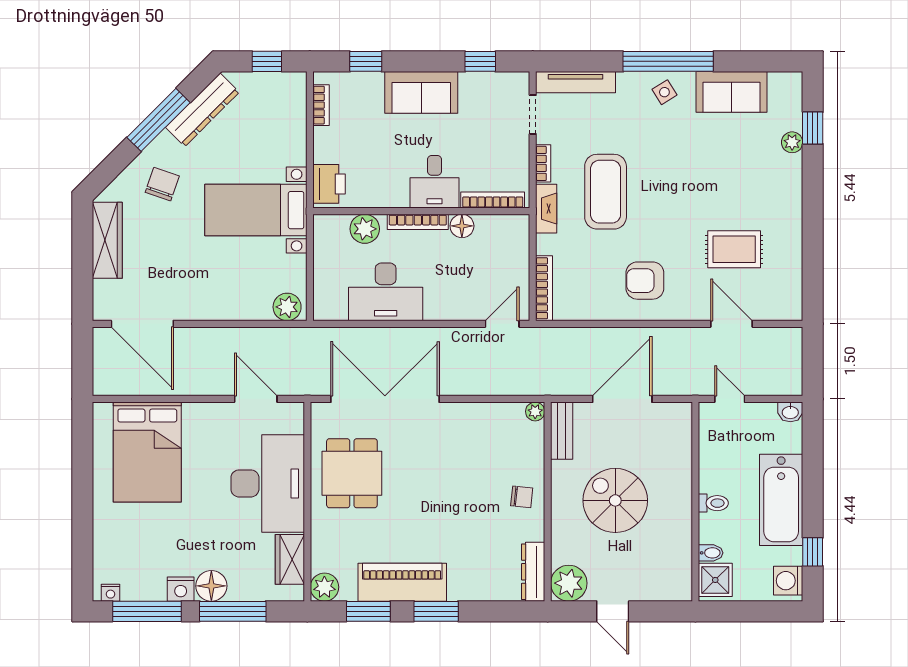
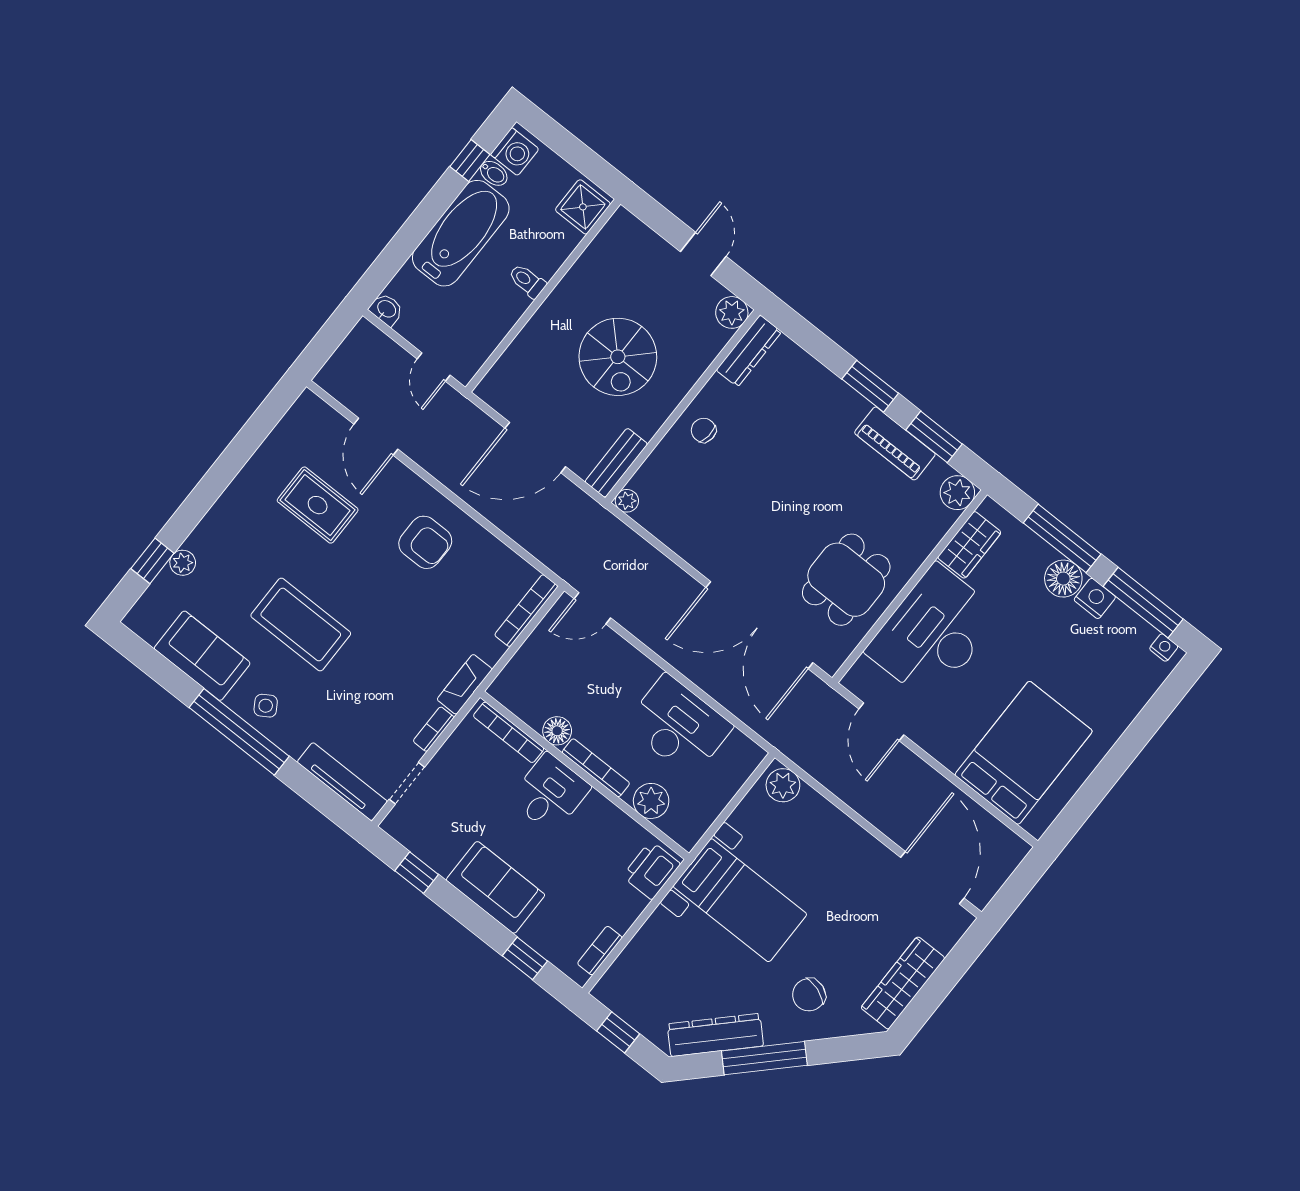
coffee table: (606, 192) -> (301, 624), moved, turned 90
bidet: (711, 553) -> (494, 173), moved, turned 180
piano: (402, 582) -> (895, 443), width x0.73, depth x0.75
plant: (569, 583) -> (732, 312), width x0.73, depth x0.73

